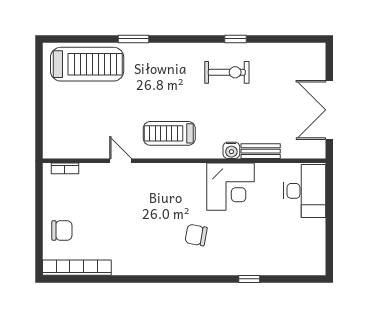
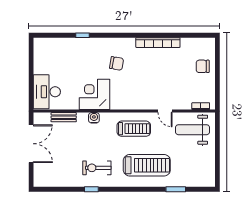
window: (134, 39) -> (176, 189), moved
treadmill: (87, 64) -> (147, 165), moved, turned 180
weight bench: (78, 132) -> (193, 130), added
bench: (261, 151) -> (64, 117), moved
bookcase: (77, 268) -> (158, 43), moved

